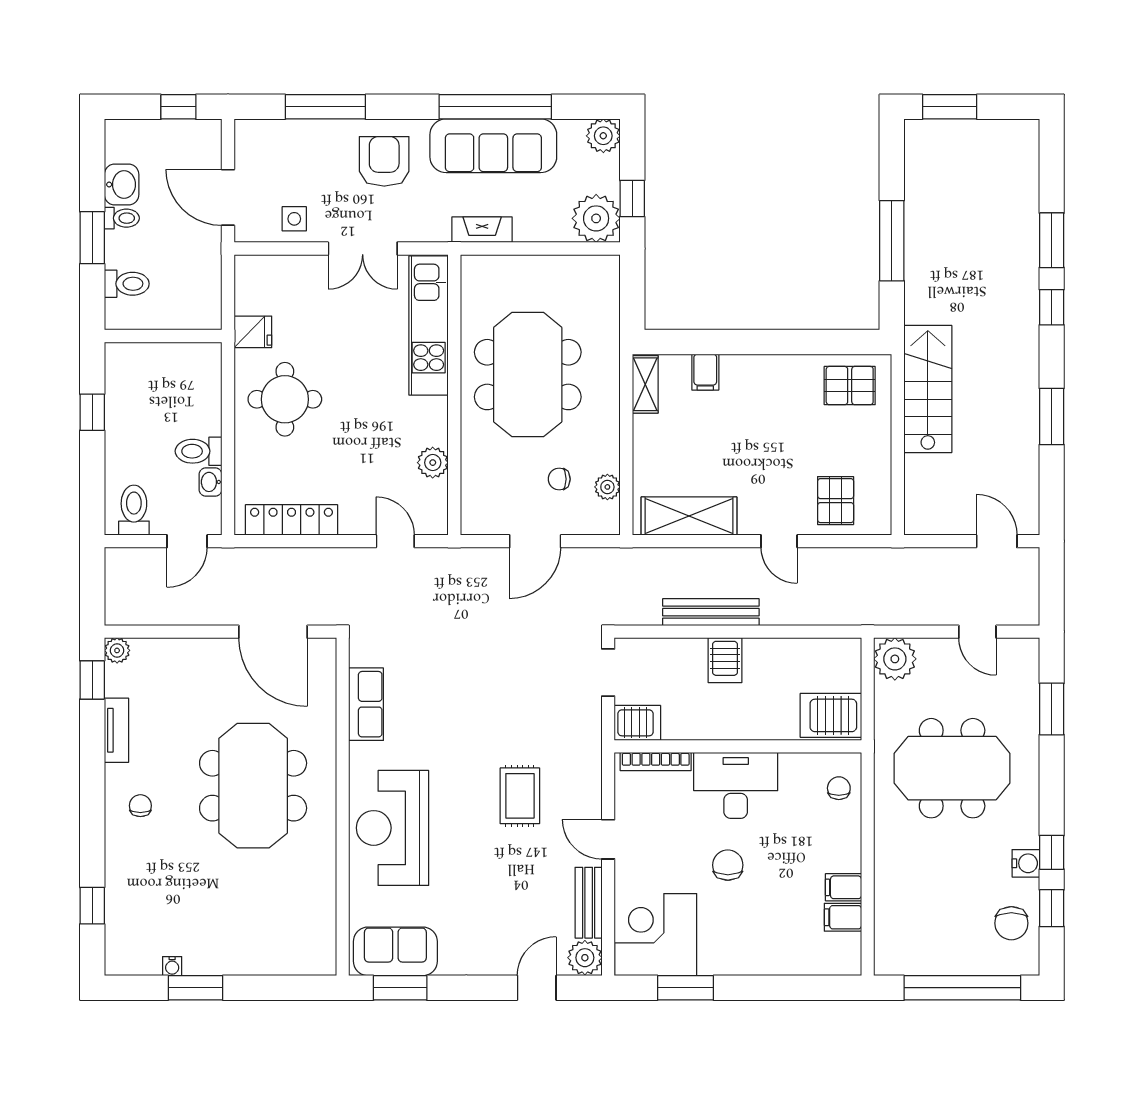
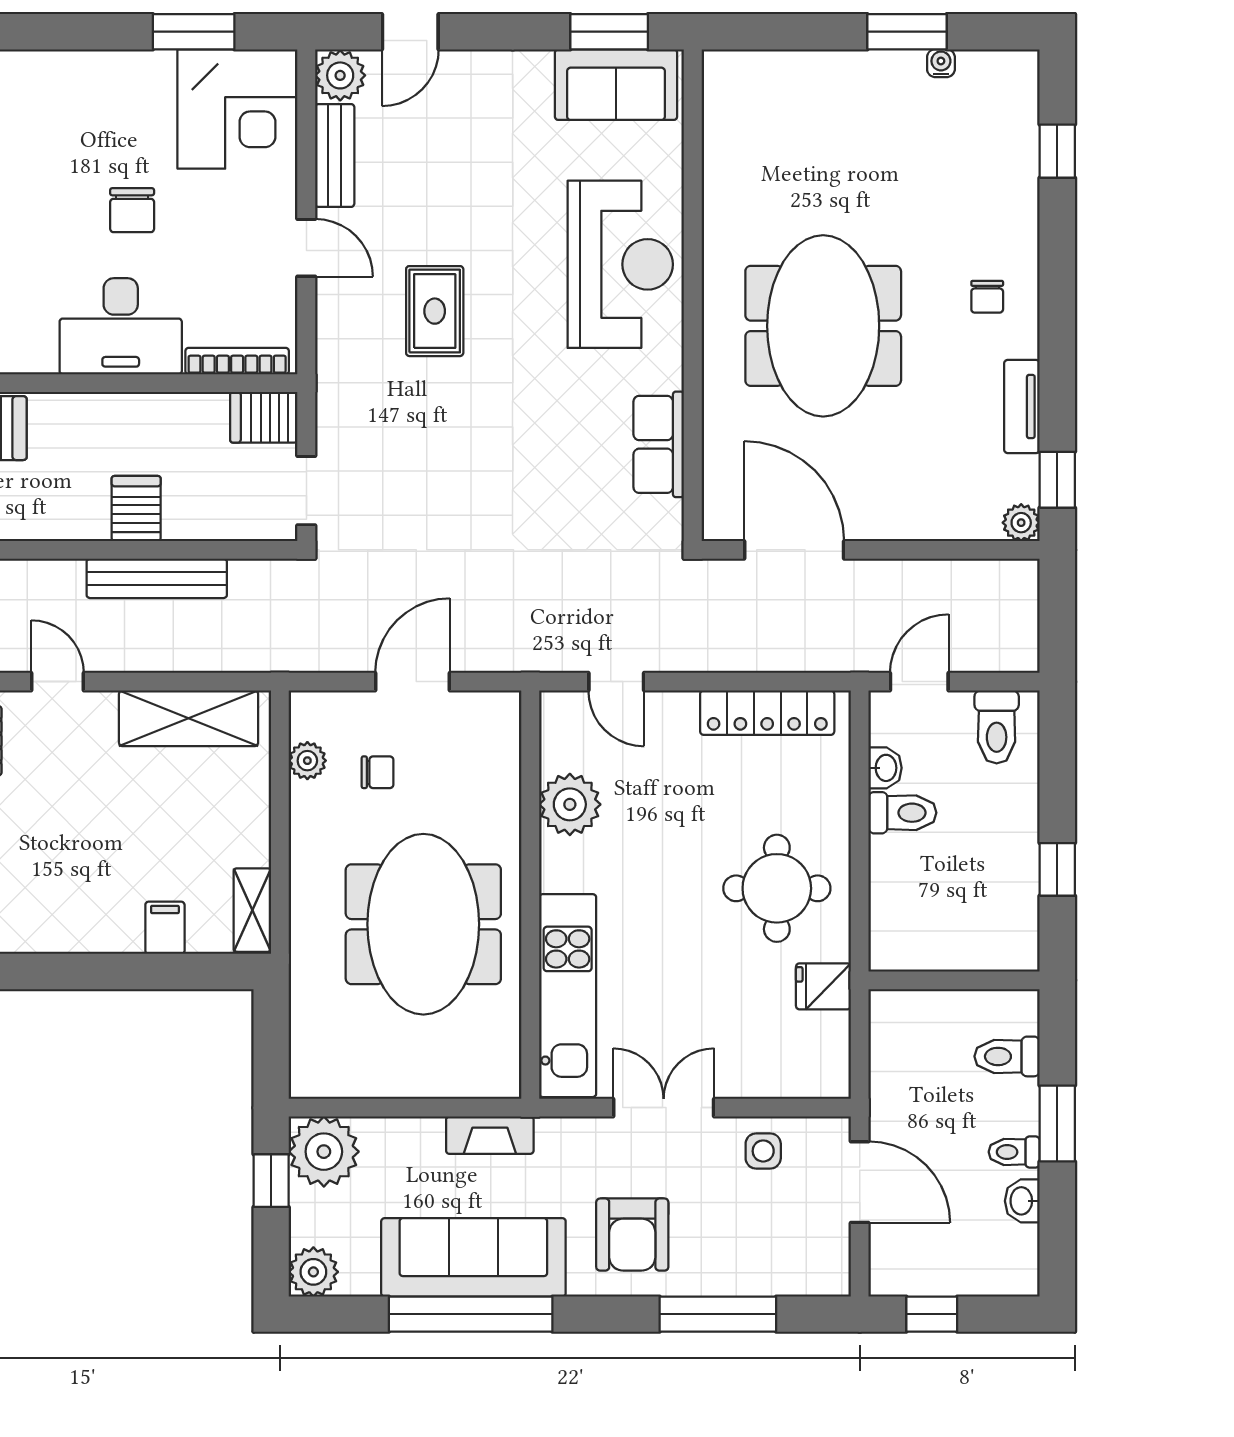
washbasin: (122, 185) -> (1022, 1201), width x0.72, depth x0.69
plant: (433, 463) -> (570, 804), width x1.36, depth x1.36

